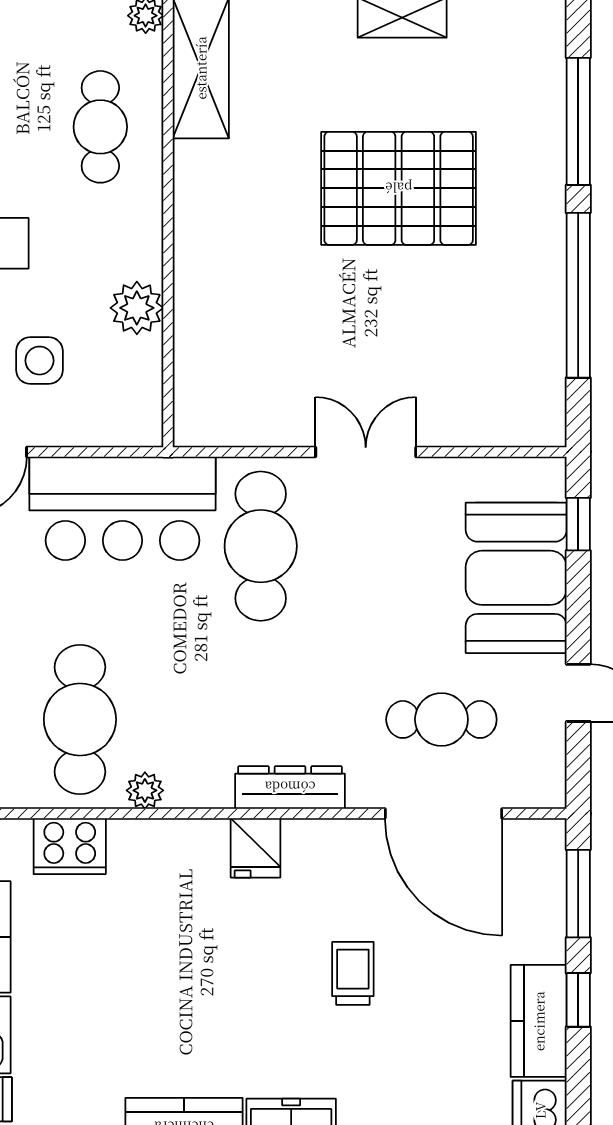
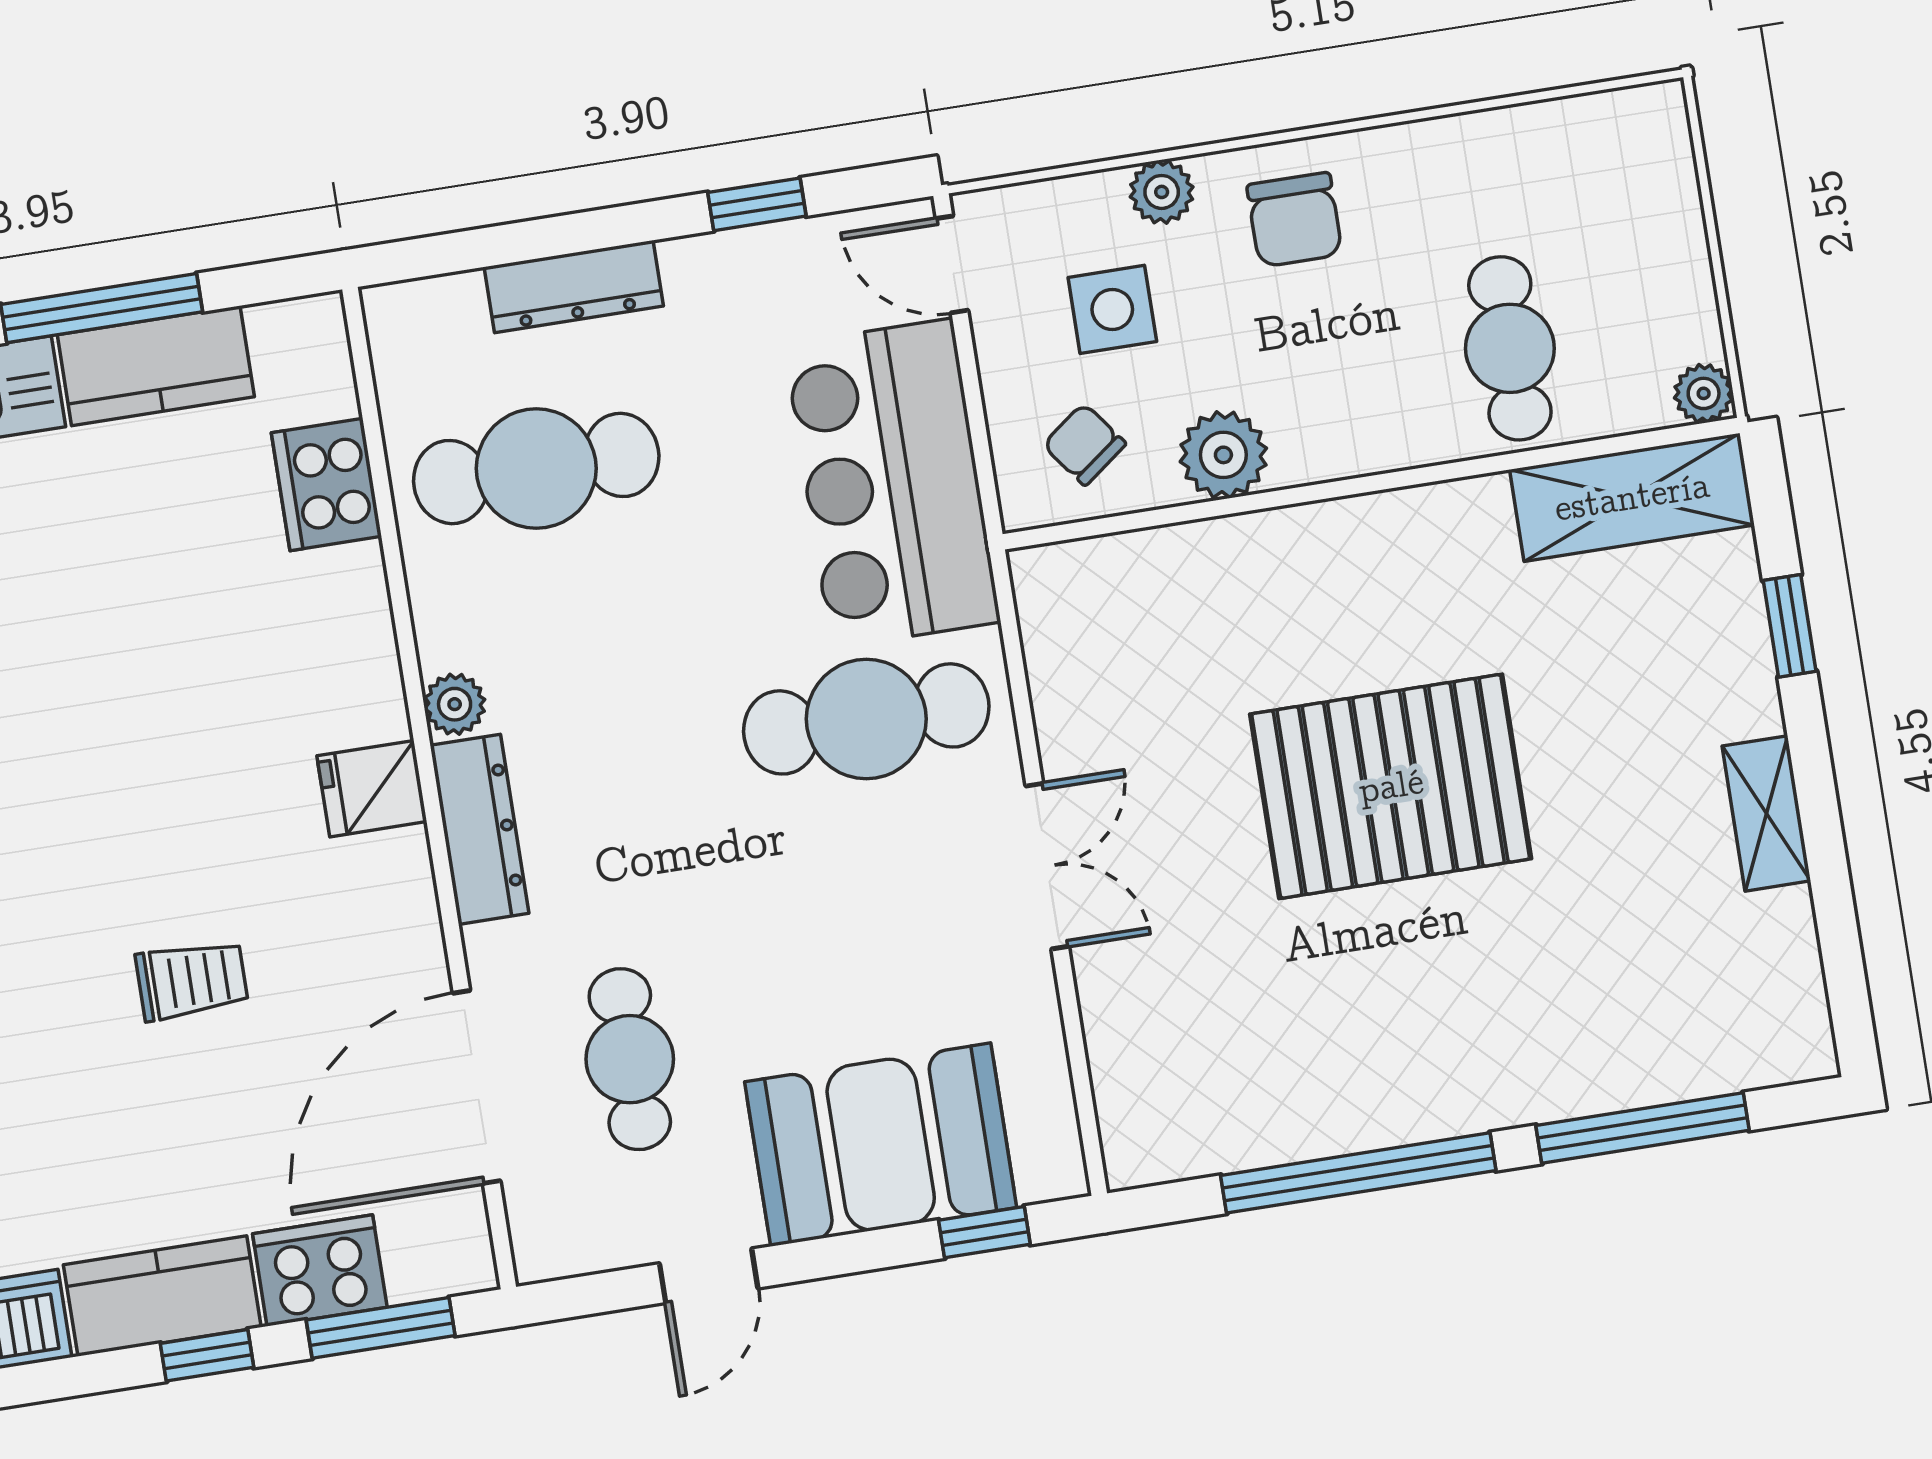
cafe table: (100, 127) -> (1510, 348), turned 90
pallet: (399, 188) -> (1391, 786), moved, turned 90
chair: (117, 390) -> (1084, 444), added
plant: (145, 790) -> (455, 704), moved
cooker: (538, 924) -> (320, 1270), added

